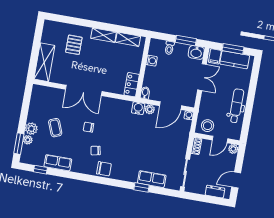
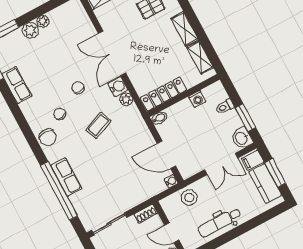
locker: (132, 85) -> (164, 94), width x1.53
dental chair: (236, 106) -> (219, 222), turned 180
water cooler: (138, 108) -> (118, 87), moved
plant: (150, 109) -> (126, 99), moved
stool: (208, 126) -> (189, 198), moved
coffee table: (55, 128) -> (98, 125), moved
plant: (28, 140) -> (43, 21), moved
row of seats: (152, 179) -> (66, 177), moved
window: (141, 187) -> (59, 191), width x3.17

